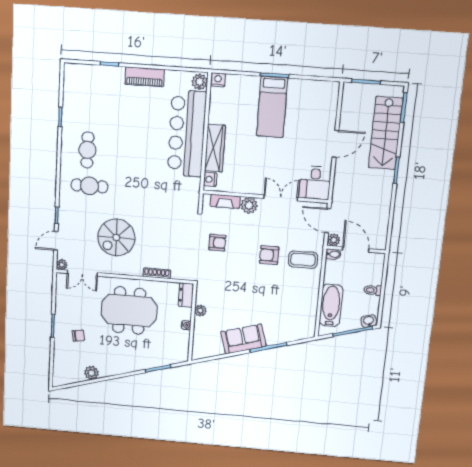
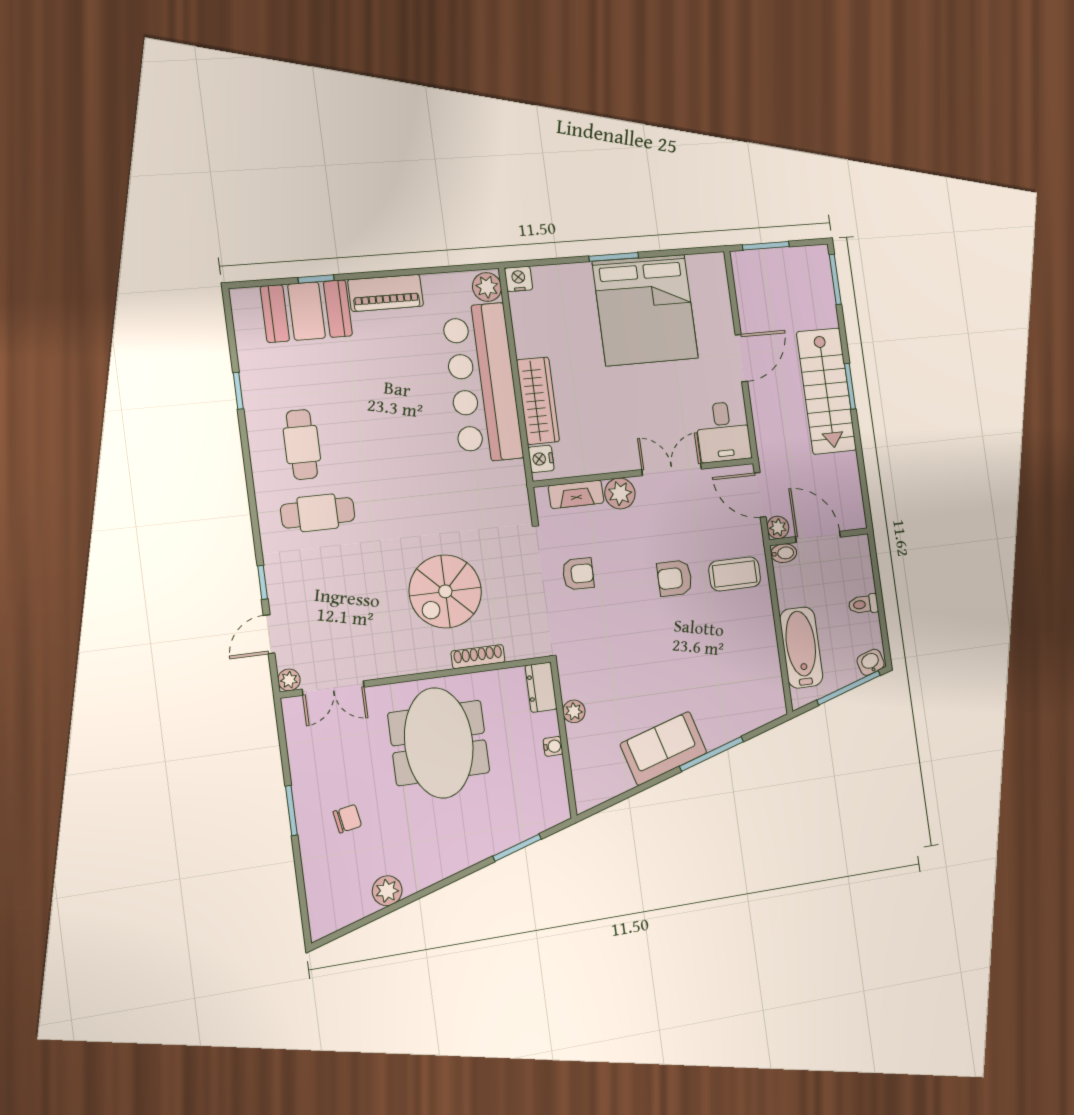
booth: (102, 80) -> (307, 311), added
bed: (272, 107) -> (645, 310), width x2.04
stairs: (386, 133) -> (826, 391), moved
spiral stairs: (116, 237) -> (445, 591), moved
meeting table: (129, 311) -> (439, 743), turned 90

